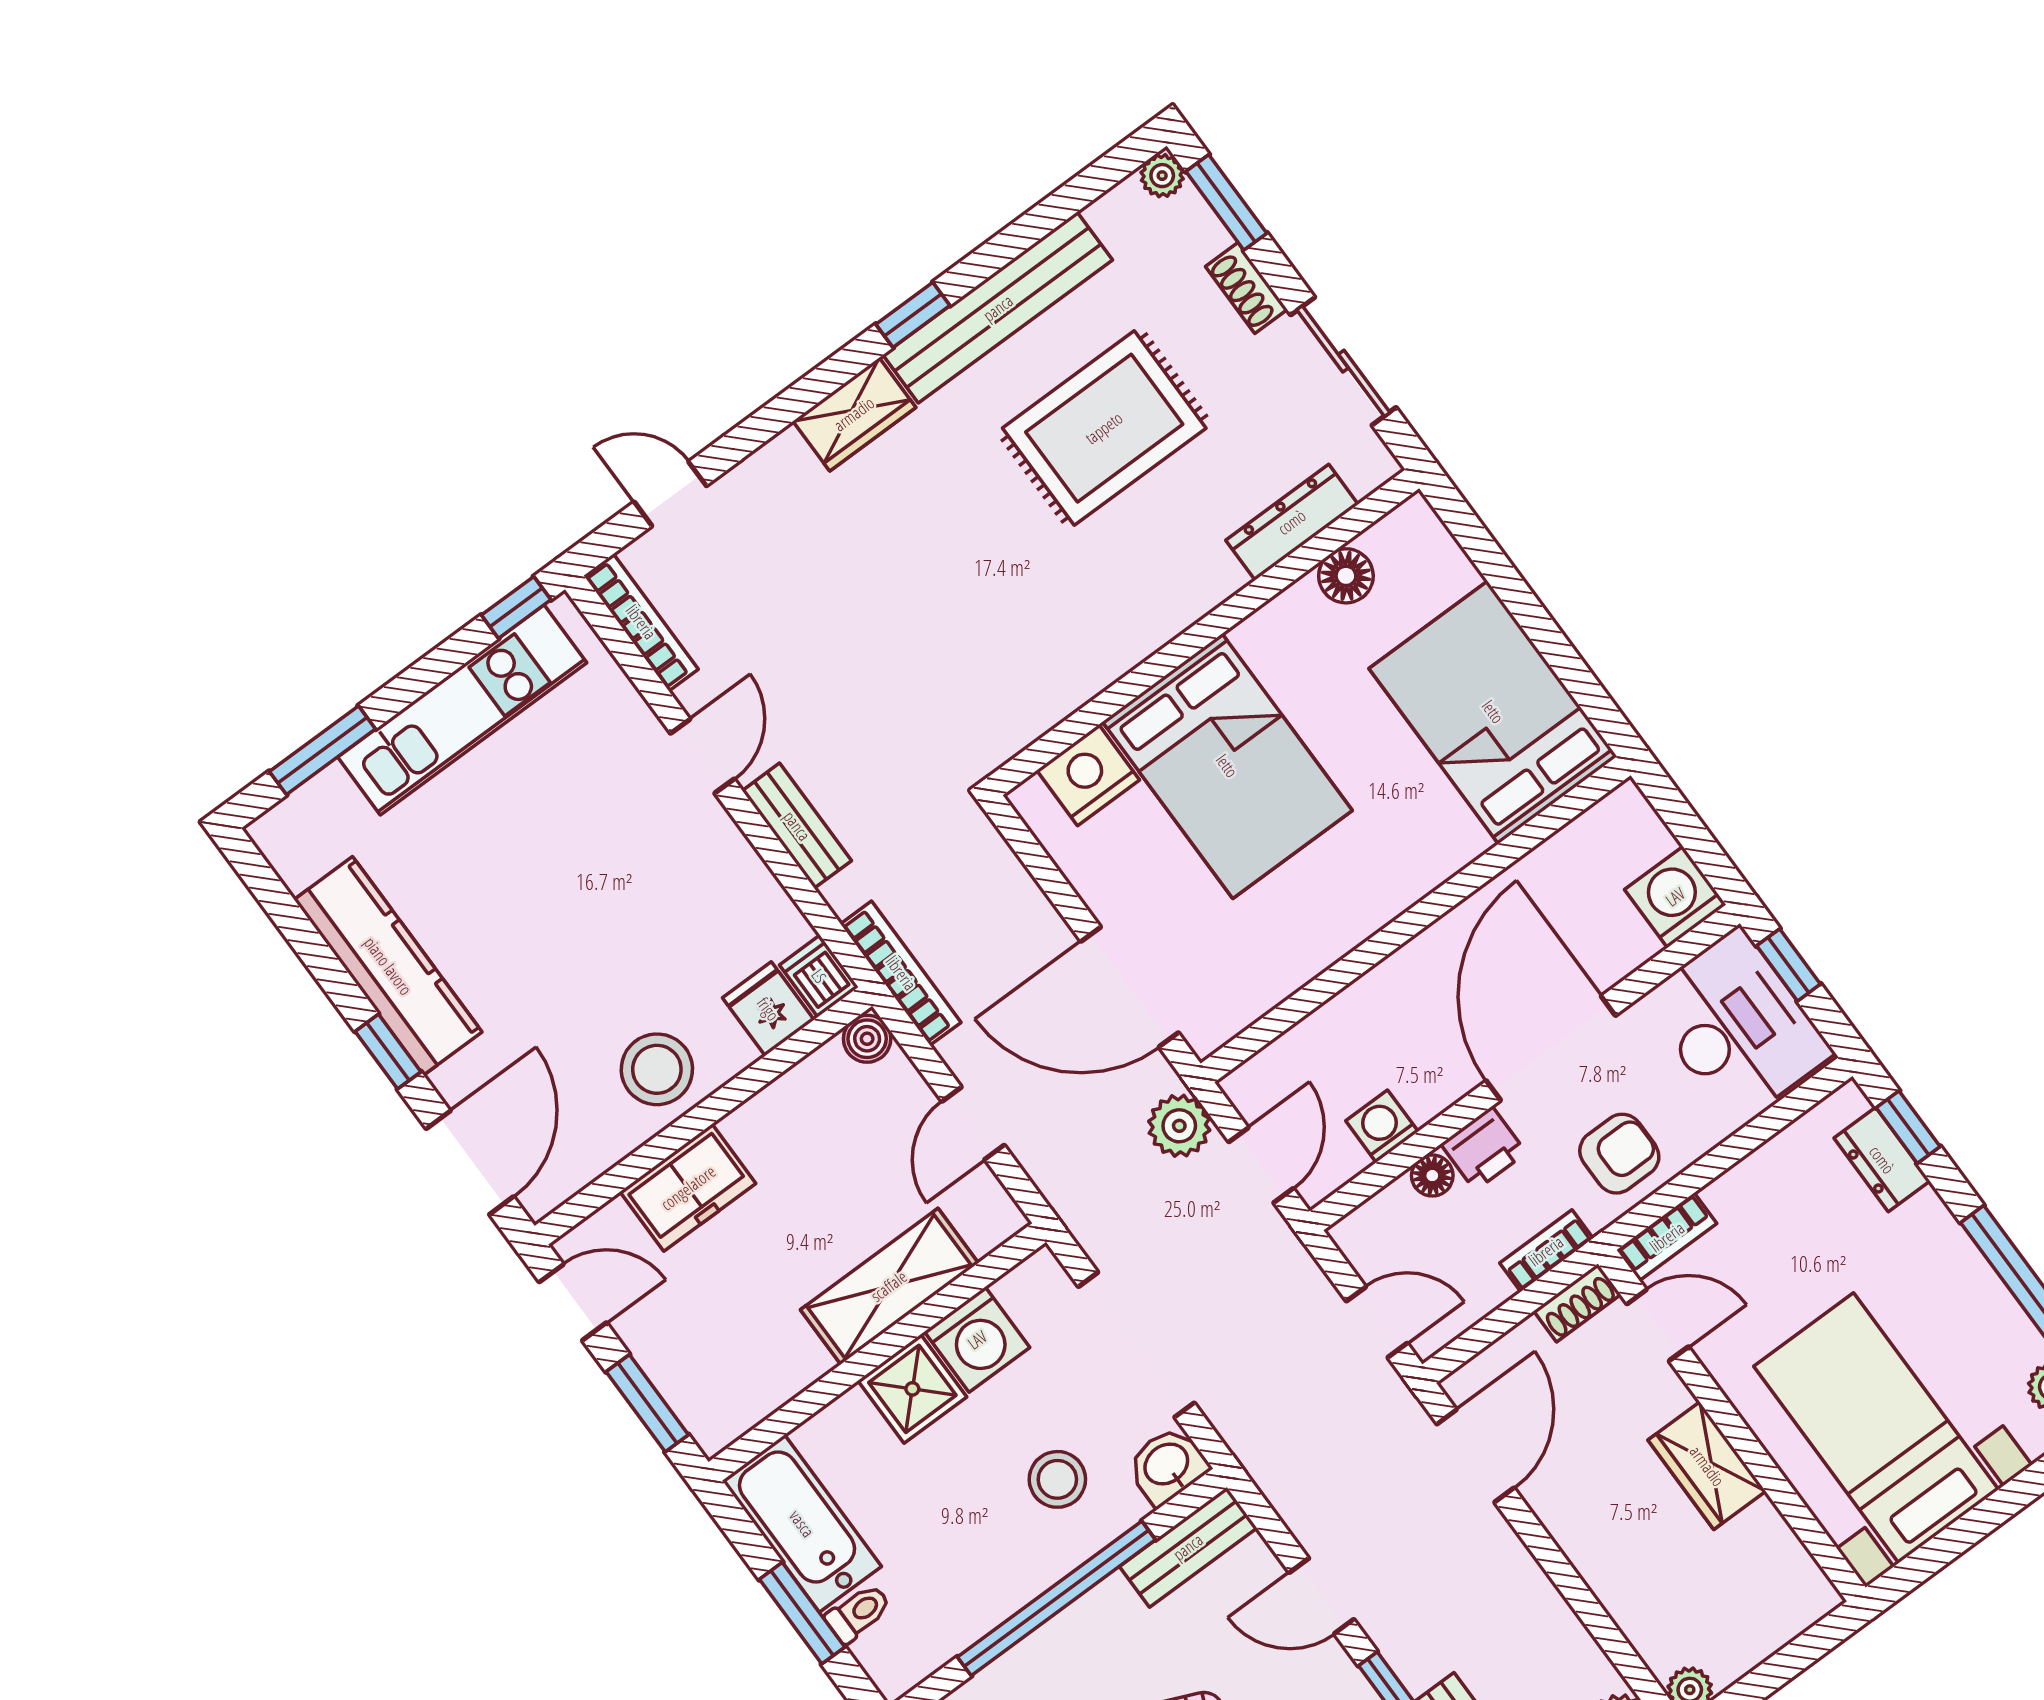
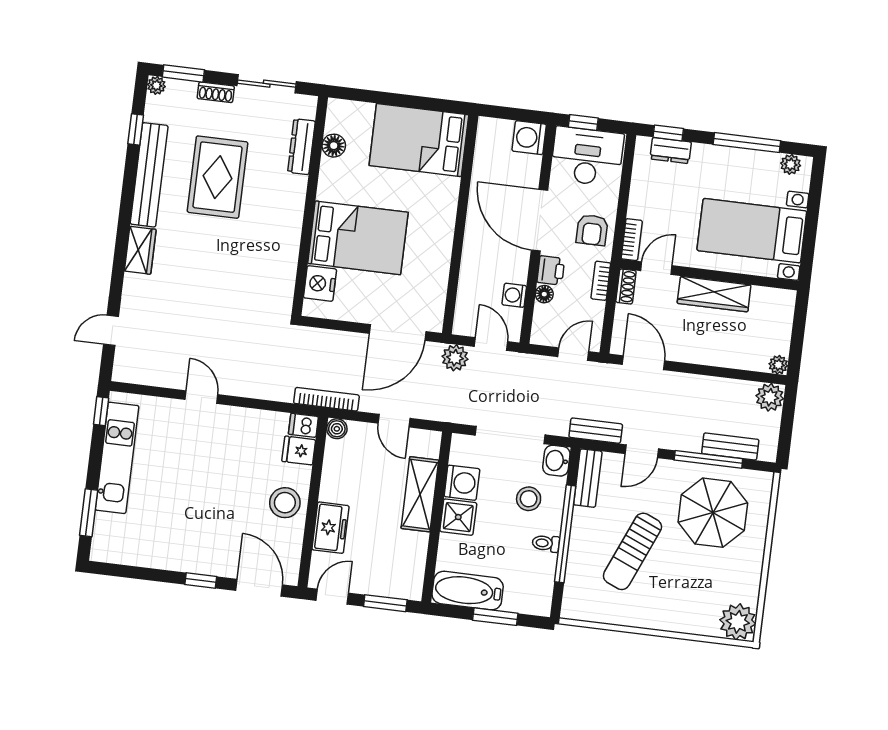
window: (913, 315) -> (136, 129), moved
bookcase: (641, 622) -> (142, 377), removed
bench: (797, 826) -> (596, 431), moved
kitchen counter: (388, 966) -> (174, 556), removed
armchair: (1619, 1154) -> (592, 230), turned 180
wardrobe: (1707, 1466) -> (714, 294), width x1.50
toilet: (858, 1613) -> (546, 543), moved, turned -90

